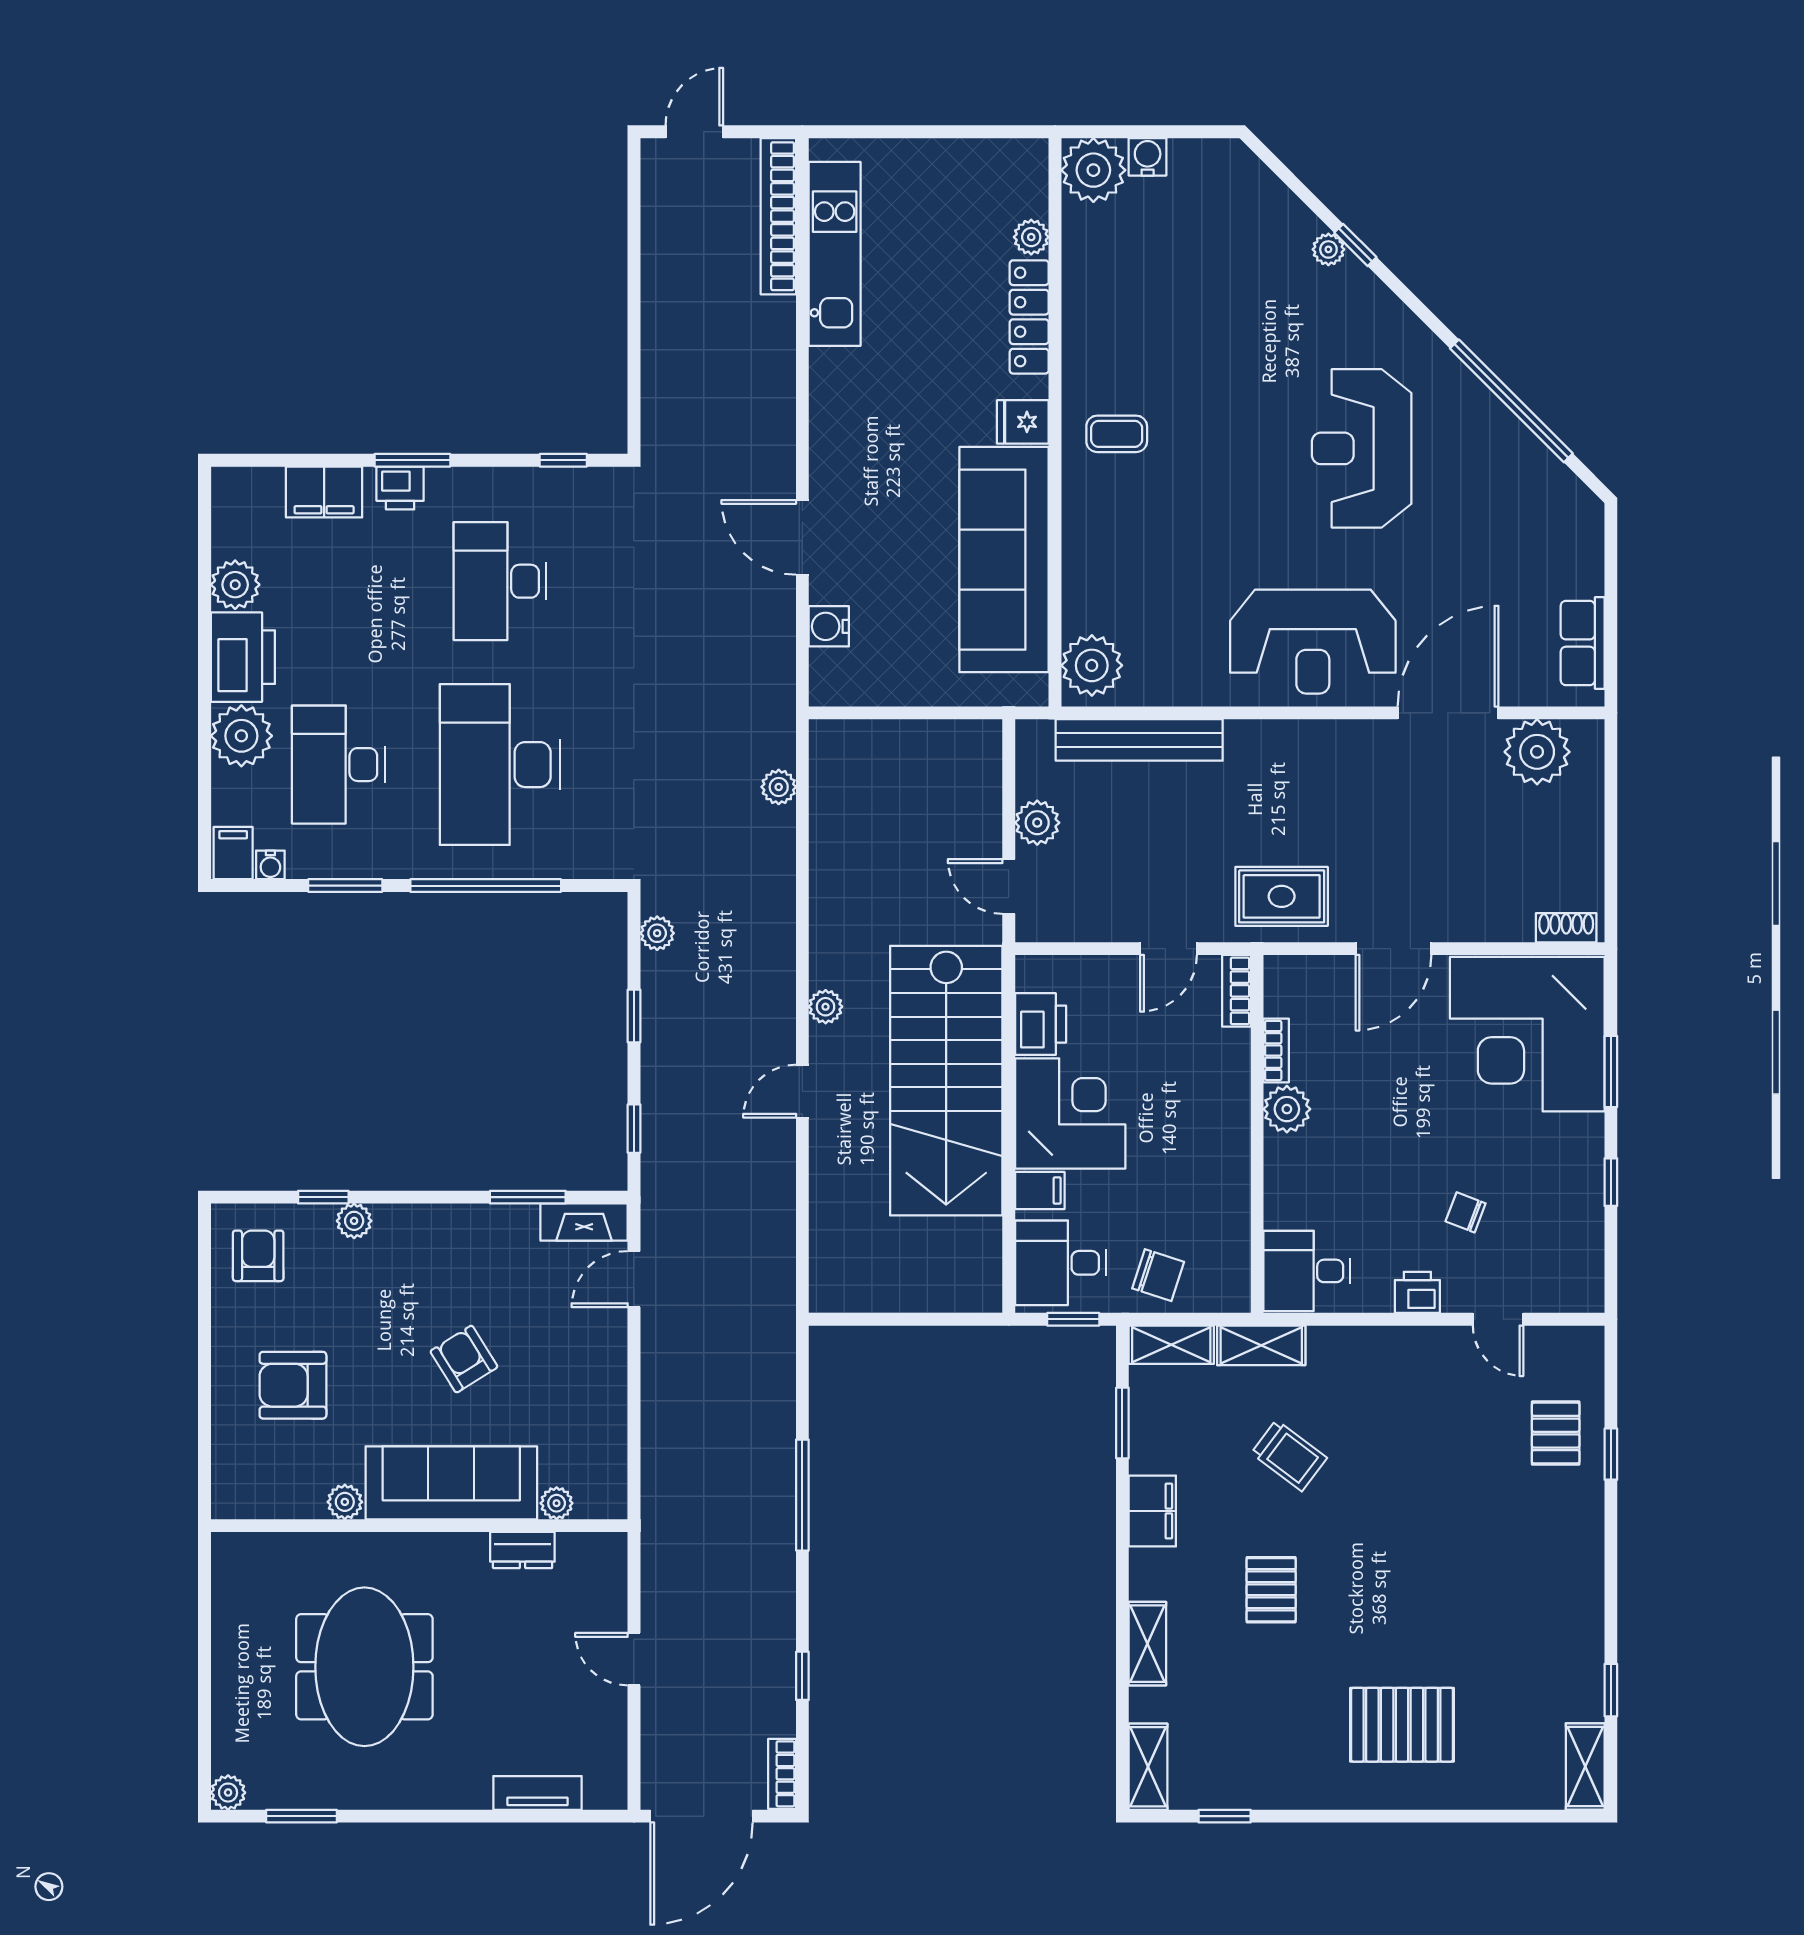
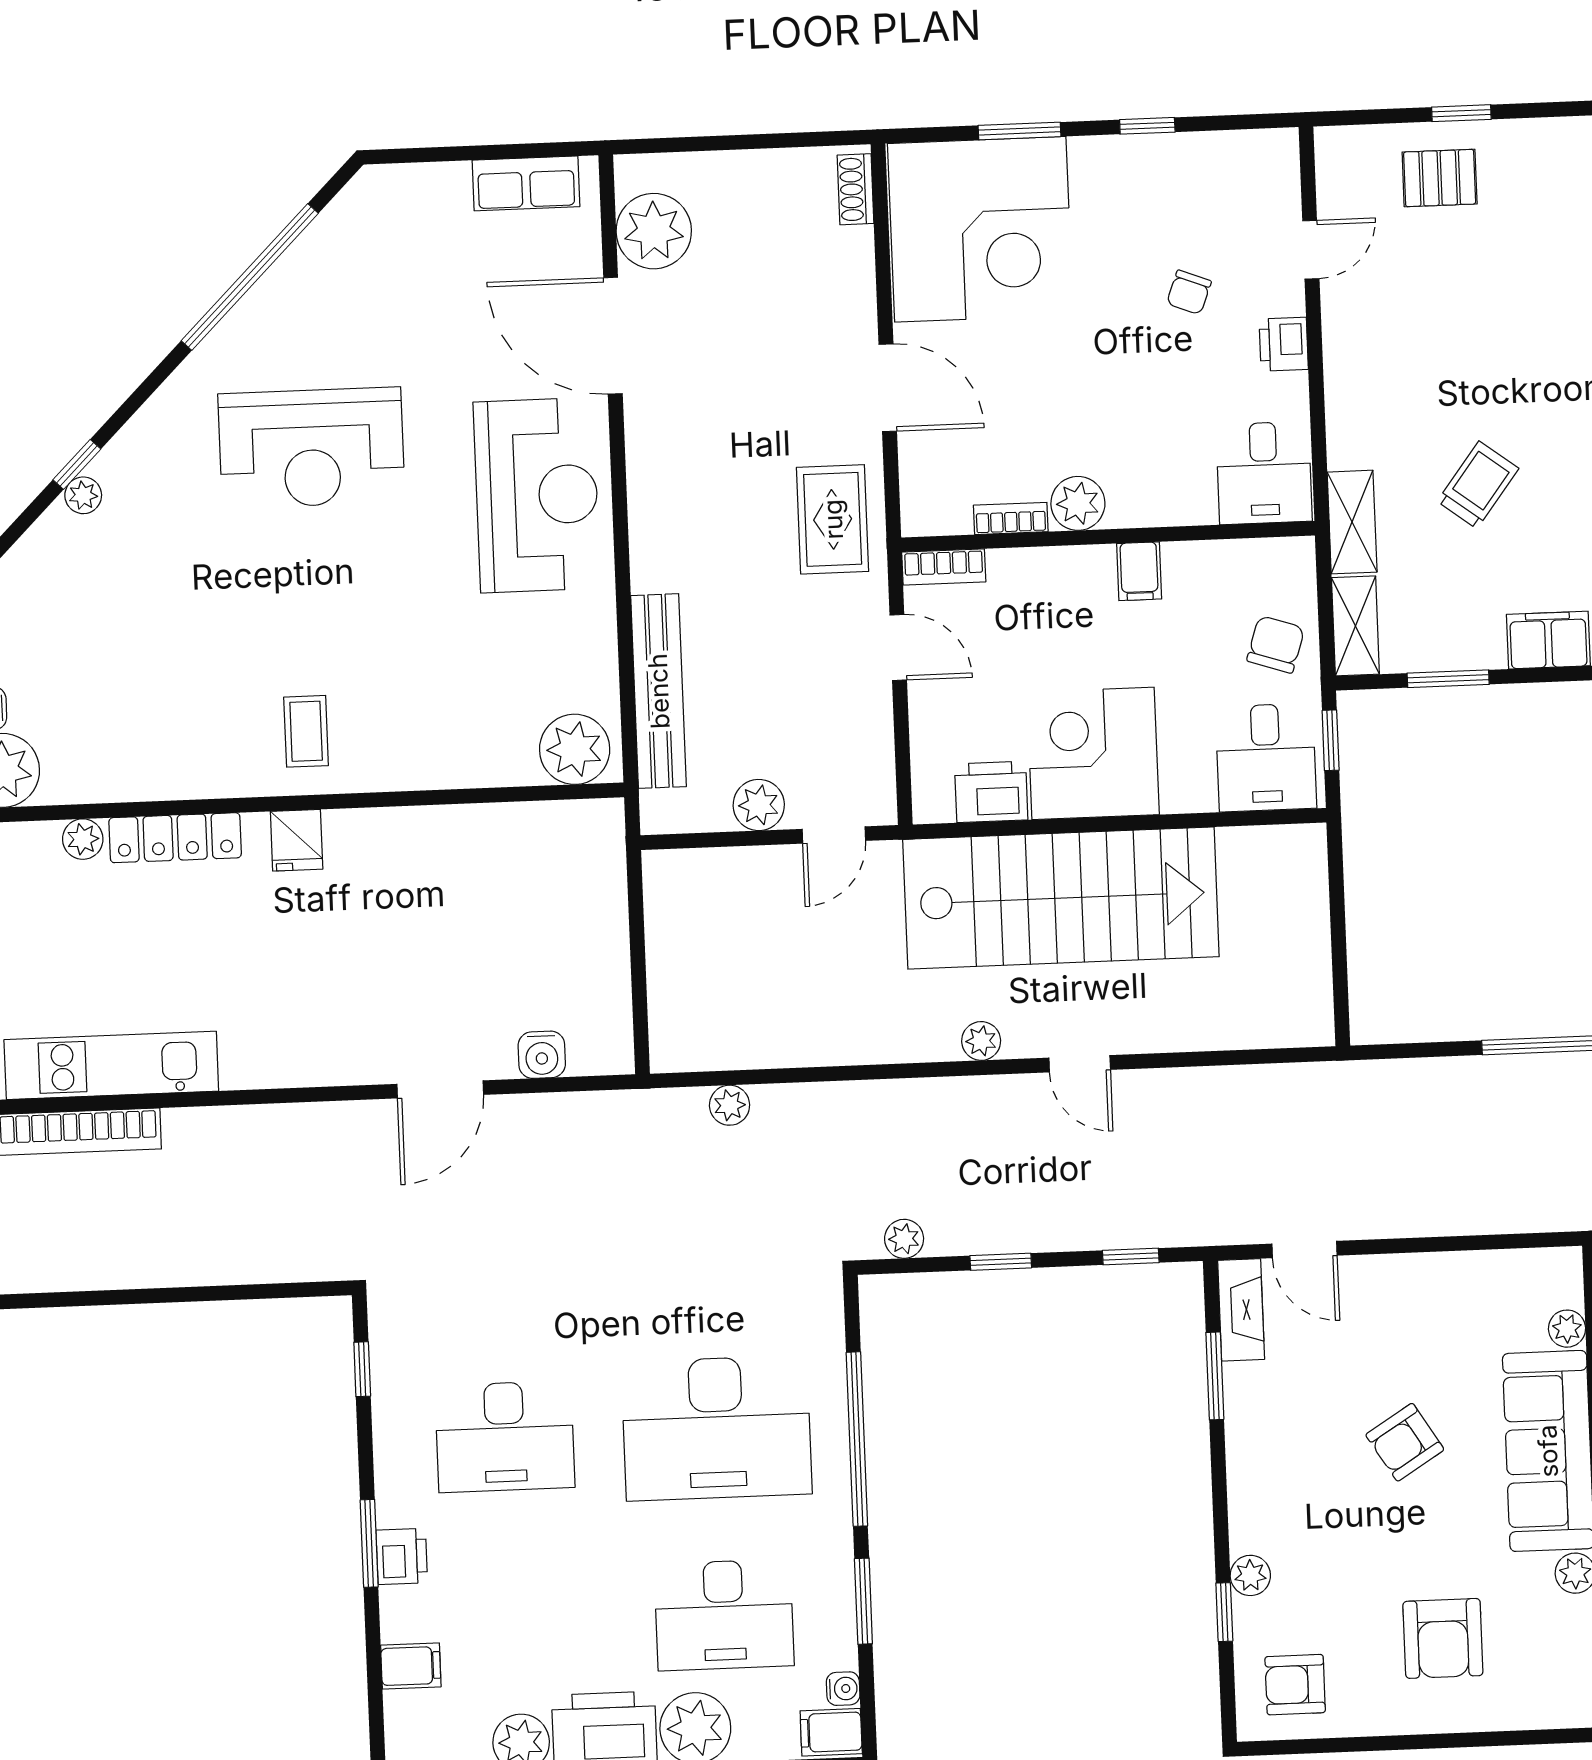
filing cabinet: (324, 492) -> (411, 1666), width x0.50
sofa: (1004, 560) -> (457, 856), removed
filing cabinet: (1040, 1191) -> (1139, 571), moved, turned 180

